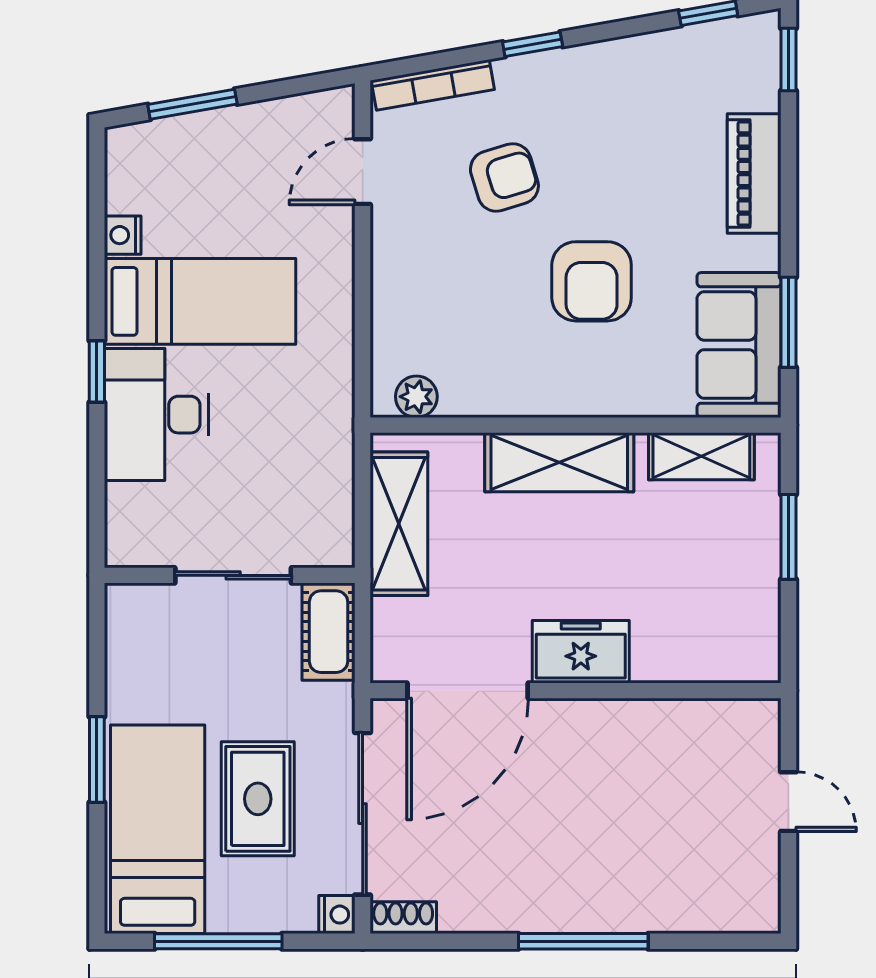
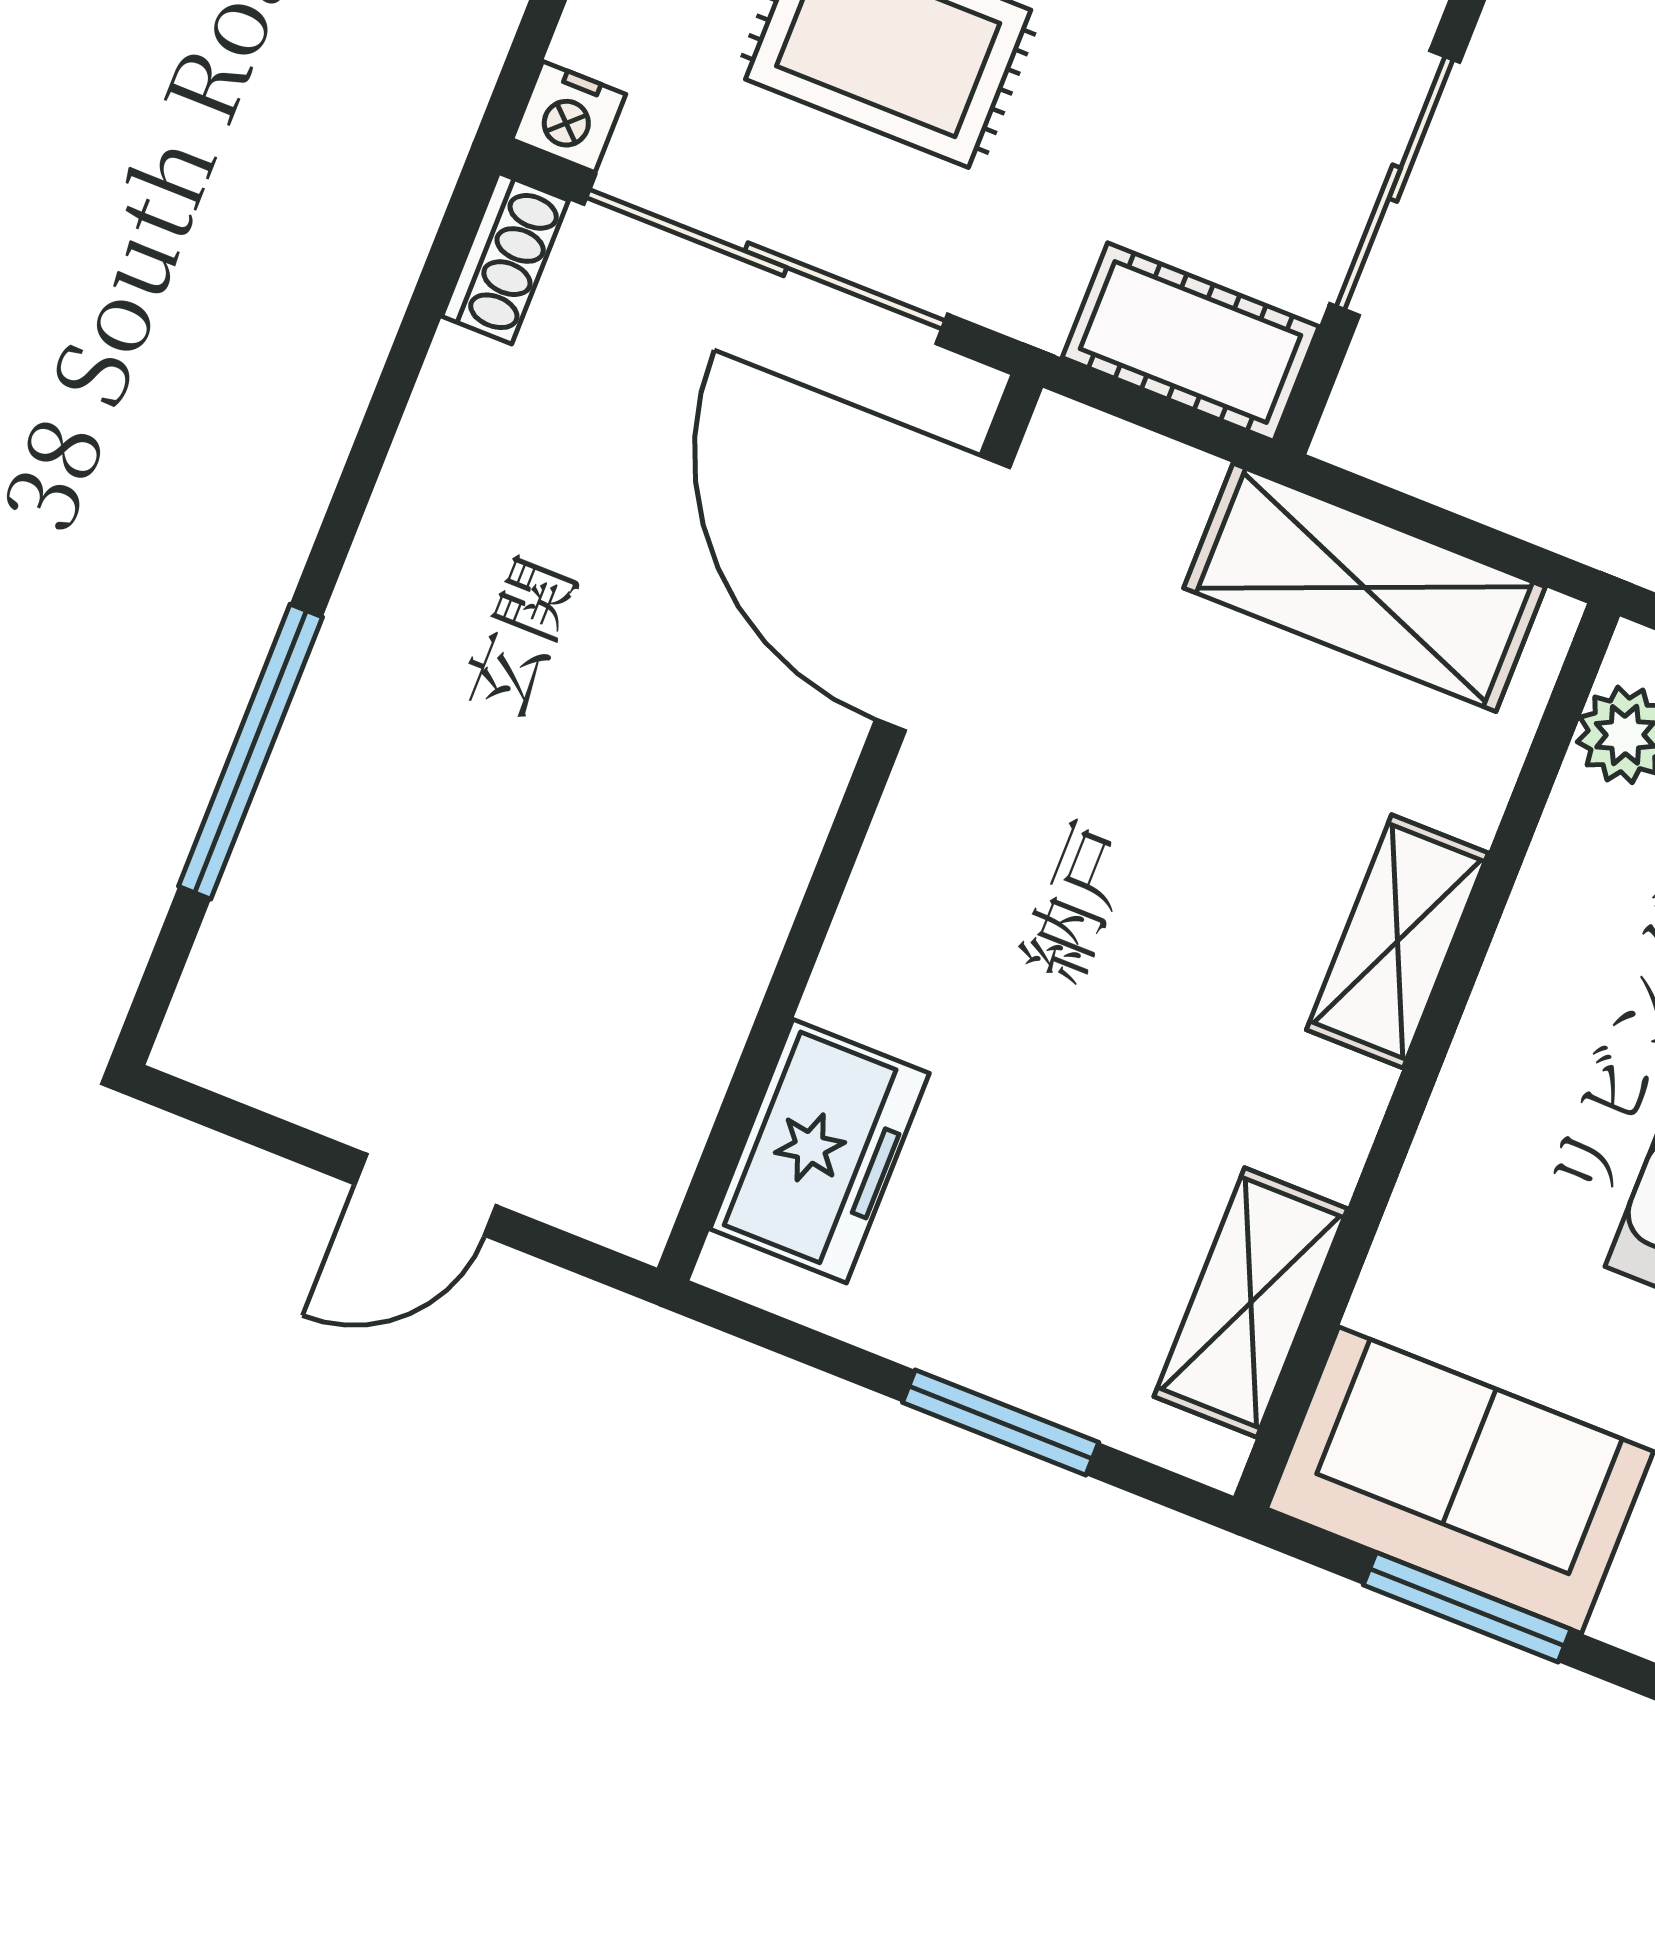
shelving: (559, 462) -> (1397, 941), width x0.67, depth x0.75
freezer: (581, 652) -> (820, 1151), moved
window: (583, 941) -> (250, 752), moved

